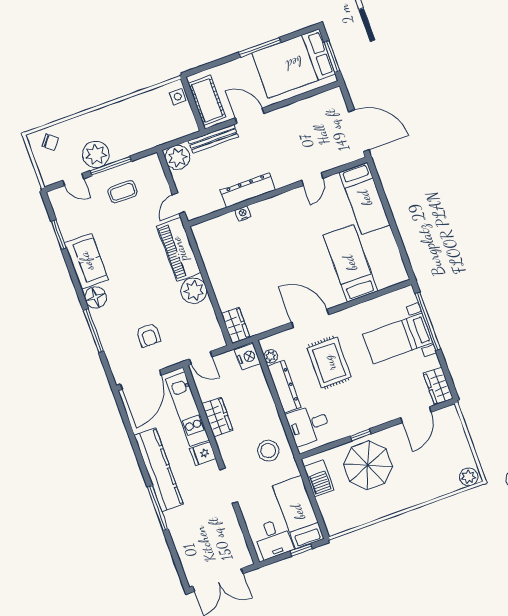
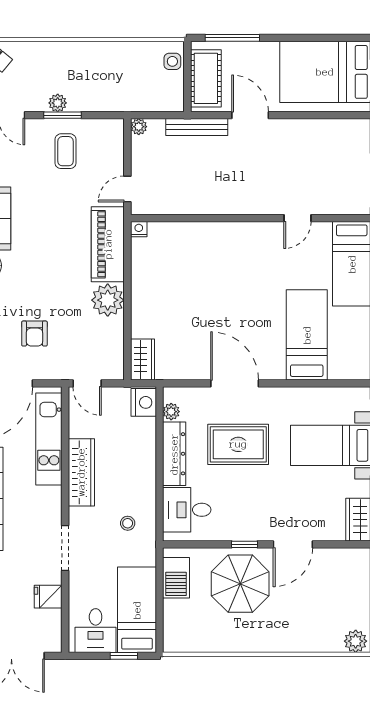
window: (260, 47) -> (232, 38), moved
plant: (96, 155) -> (58, 103), width x0.53, depth x0.53
plant: (177, 157) -> (139, 127), width x0.53, depth x0.53
window: (111, 166) -> (62, 115), width x0.69
dresser: (248, 190) -> (216, 203), removed
coffee table: (123, 192) -> (65, 151), turned 90
nightstand: (243, 214) -> (139, 229), moved
rug: (329, 363) -> (238, 444), turned 90
door: (416, 415) -> (293, 544), moved
wardrobe: (217, 417) -> (81, 472), width x1.50
stool: (268, 451) -> (128, 523), width x0.53, depth x0.53
fridge: (203, 454) -> (48, 597), moved

